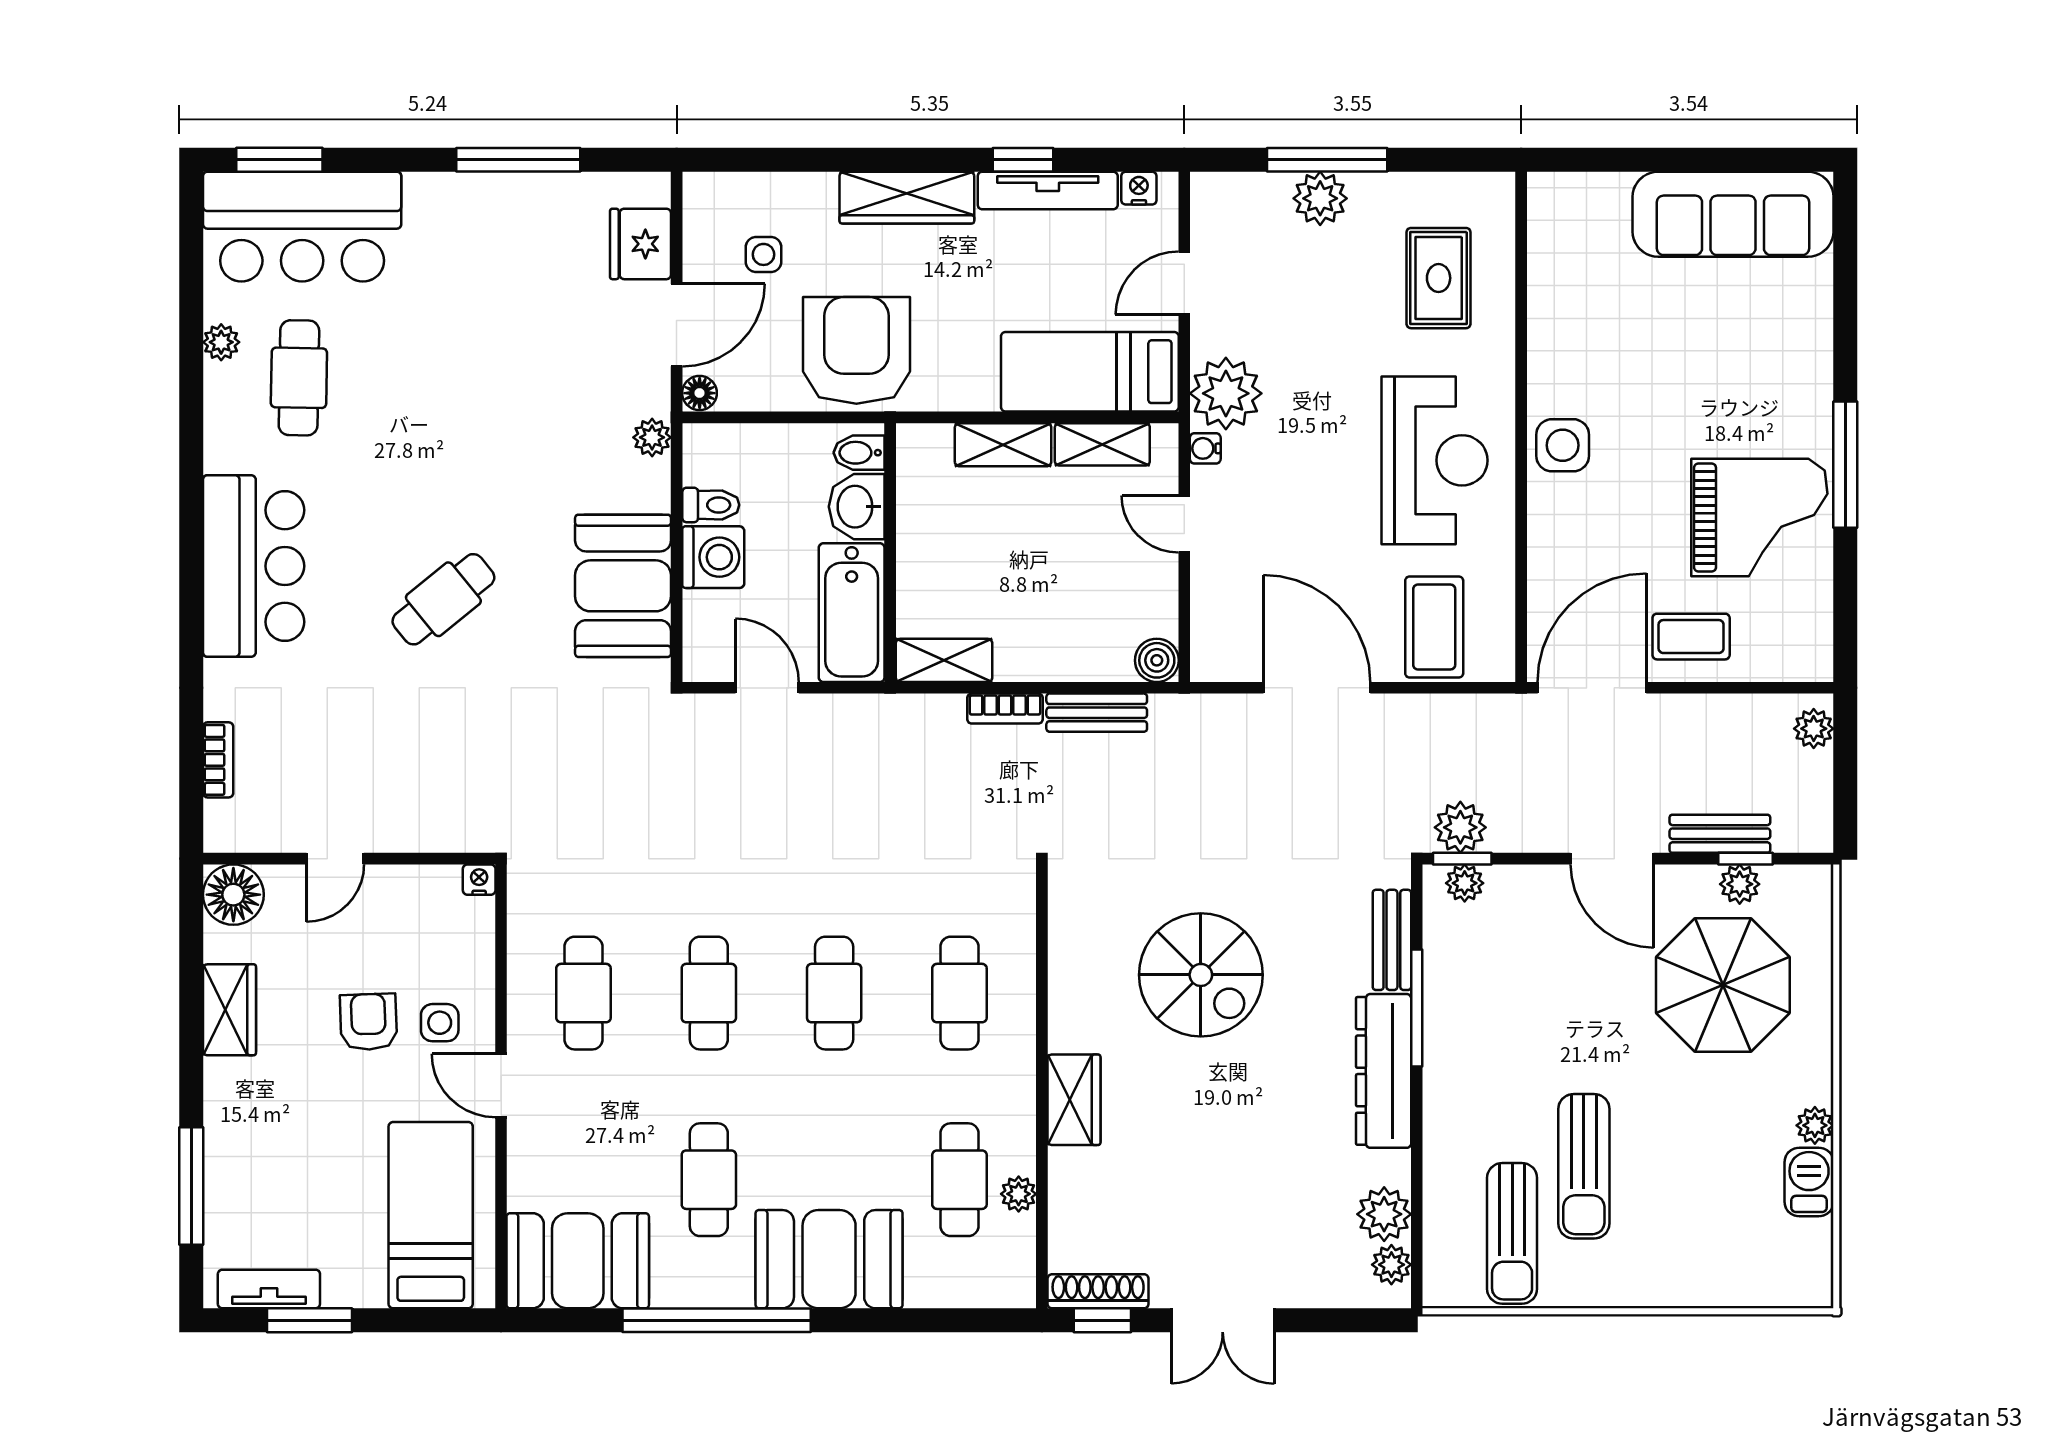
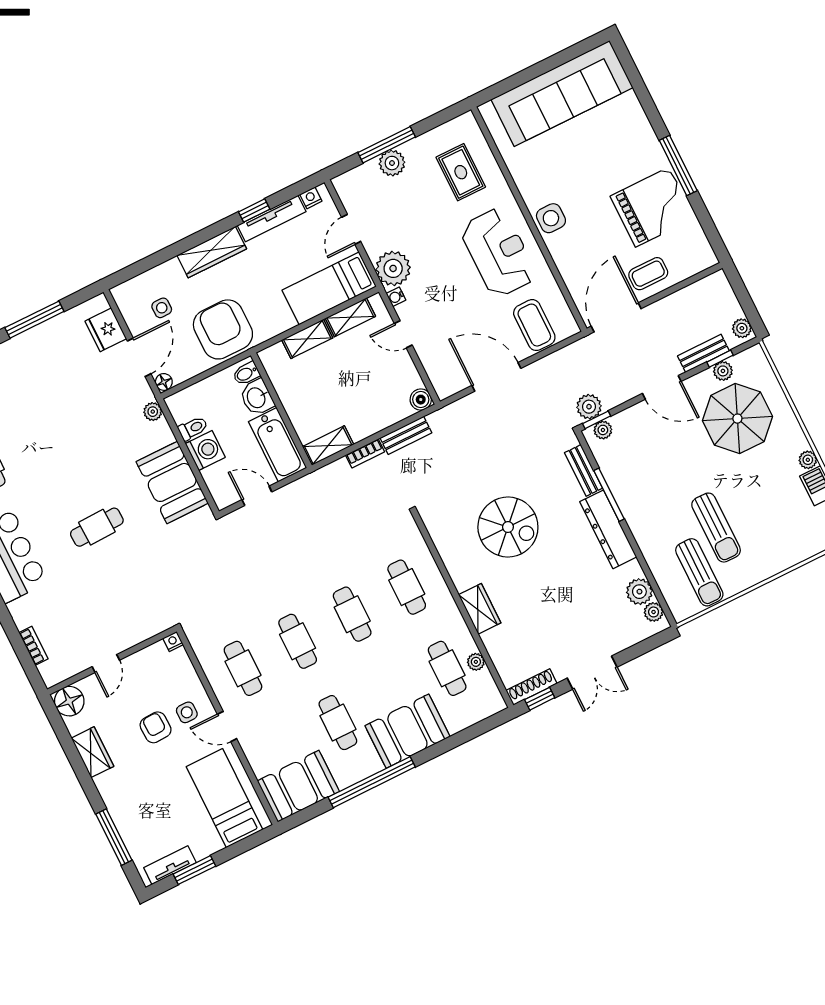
sofa: (1733, 214) -> (562, 94), width x1.36, depth x1.27
cafe table: (443, 599) -> (97, 527), turned 37
plant: (1814, 729) -> (742, 328), moved

